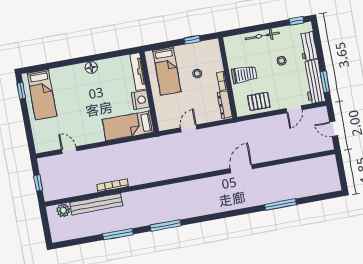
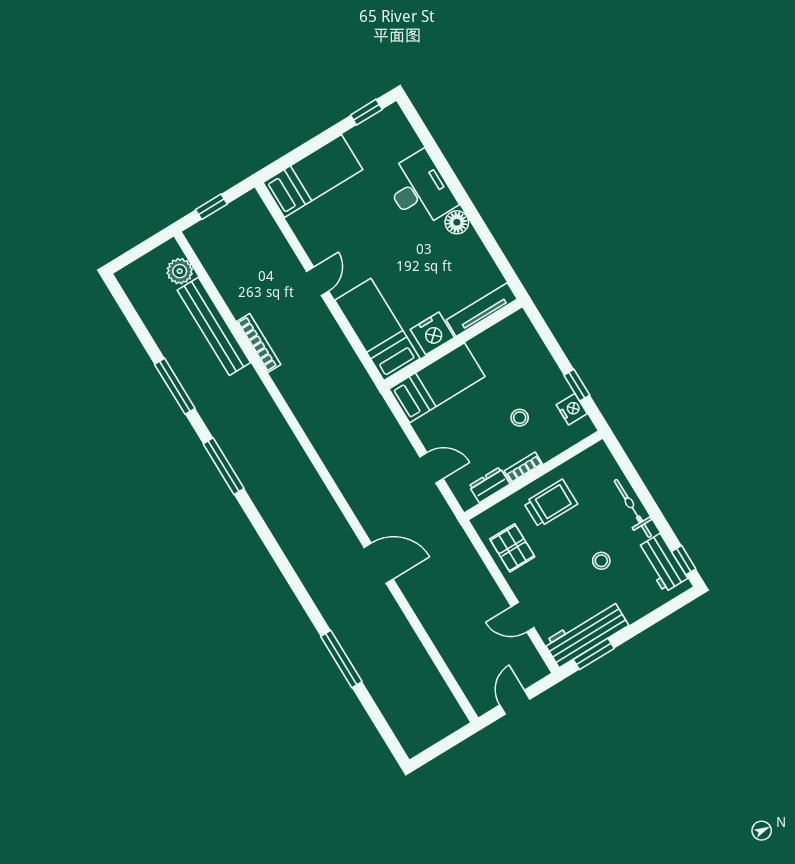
workbench: (308, 46) -> (662, 563), moved, turned -90
nightstand: (203, 47) -> (572, 409), added
bed: (167, 71) -> (437, 383), moved, turned 180
trolley: (244, 75) -> (551, 503), turned -90
desk: (69, 79) -> (420, 190), added
bed: (42, 94) -> (313, 176), moved, turned 180
dresser: (225, 105) -> (489, 485), width x0.70
door: (189, 128) -> (431, 468), moved
door: (69, 150) -> (318, 281), moved

